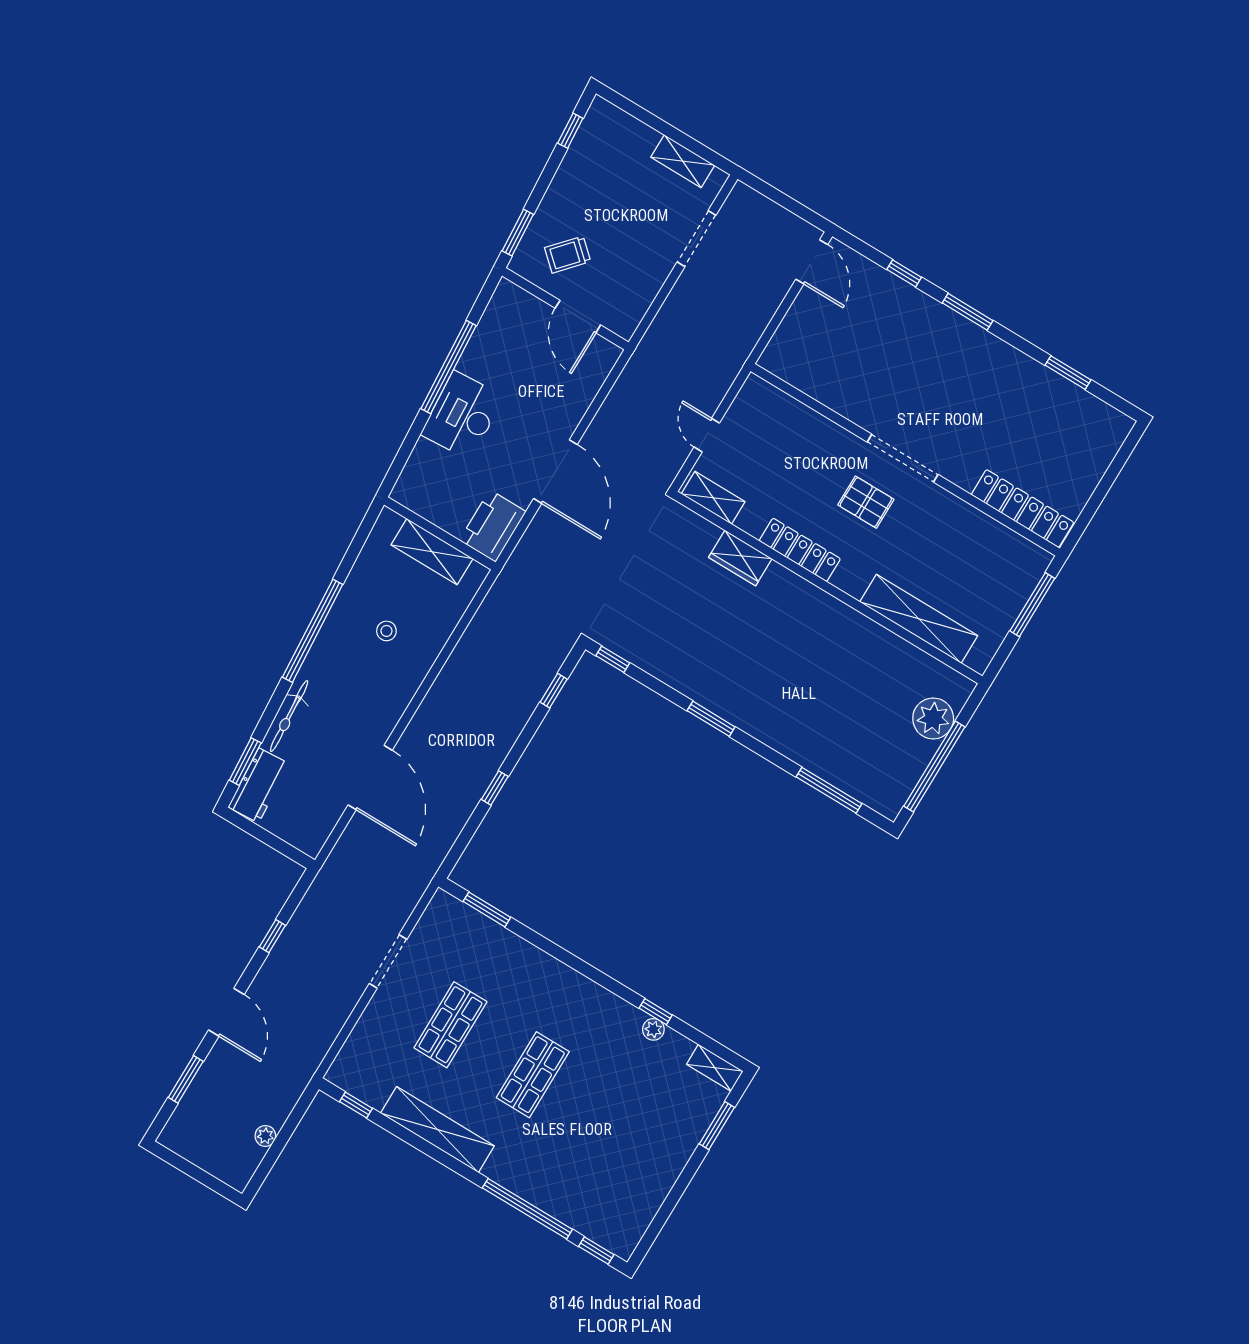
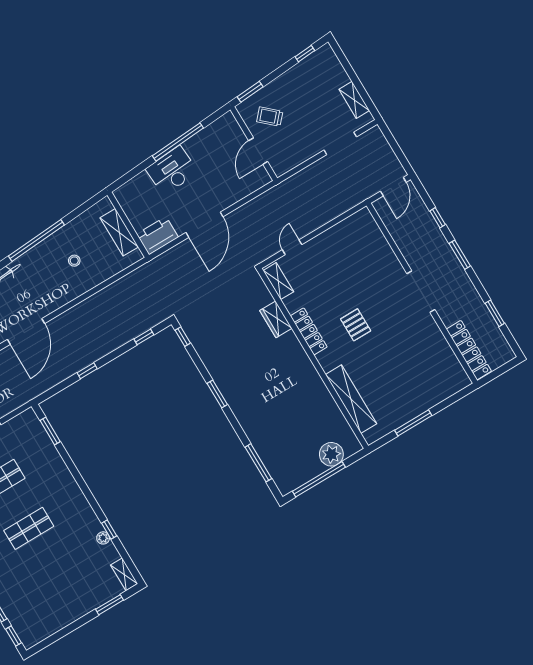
doorway: (903, 458) -> (421, 292), moved
wall: (905, 460) -> (422, 293), moved
locker: (1022, 509) -> (469, 350), moved

